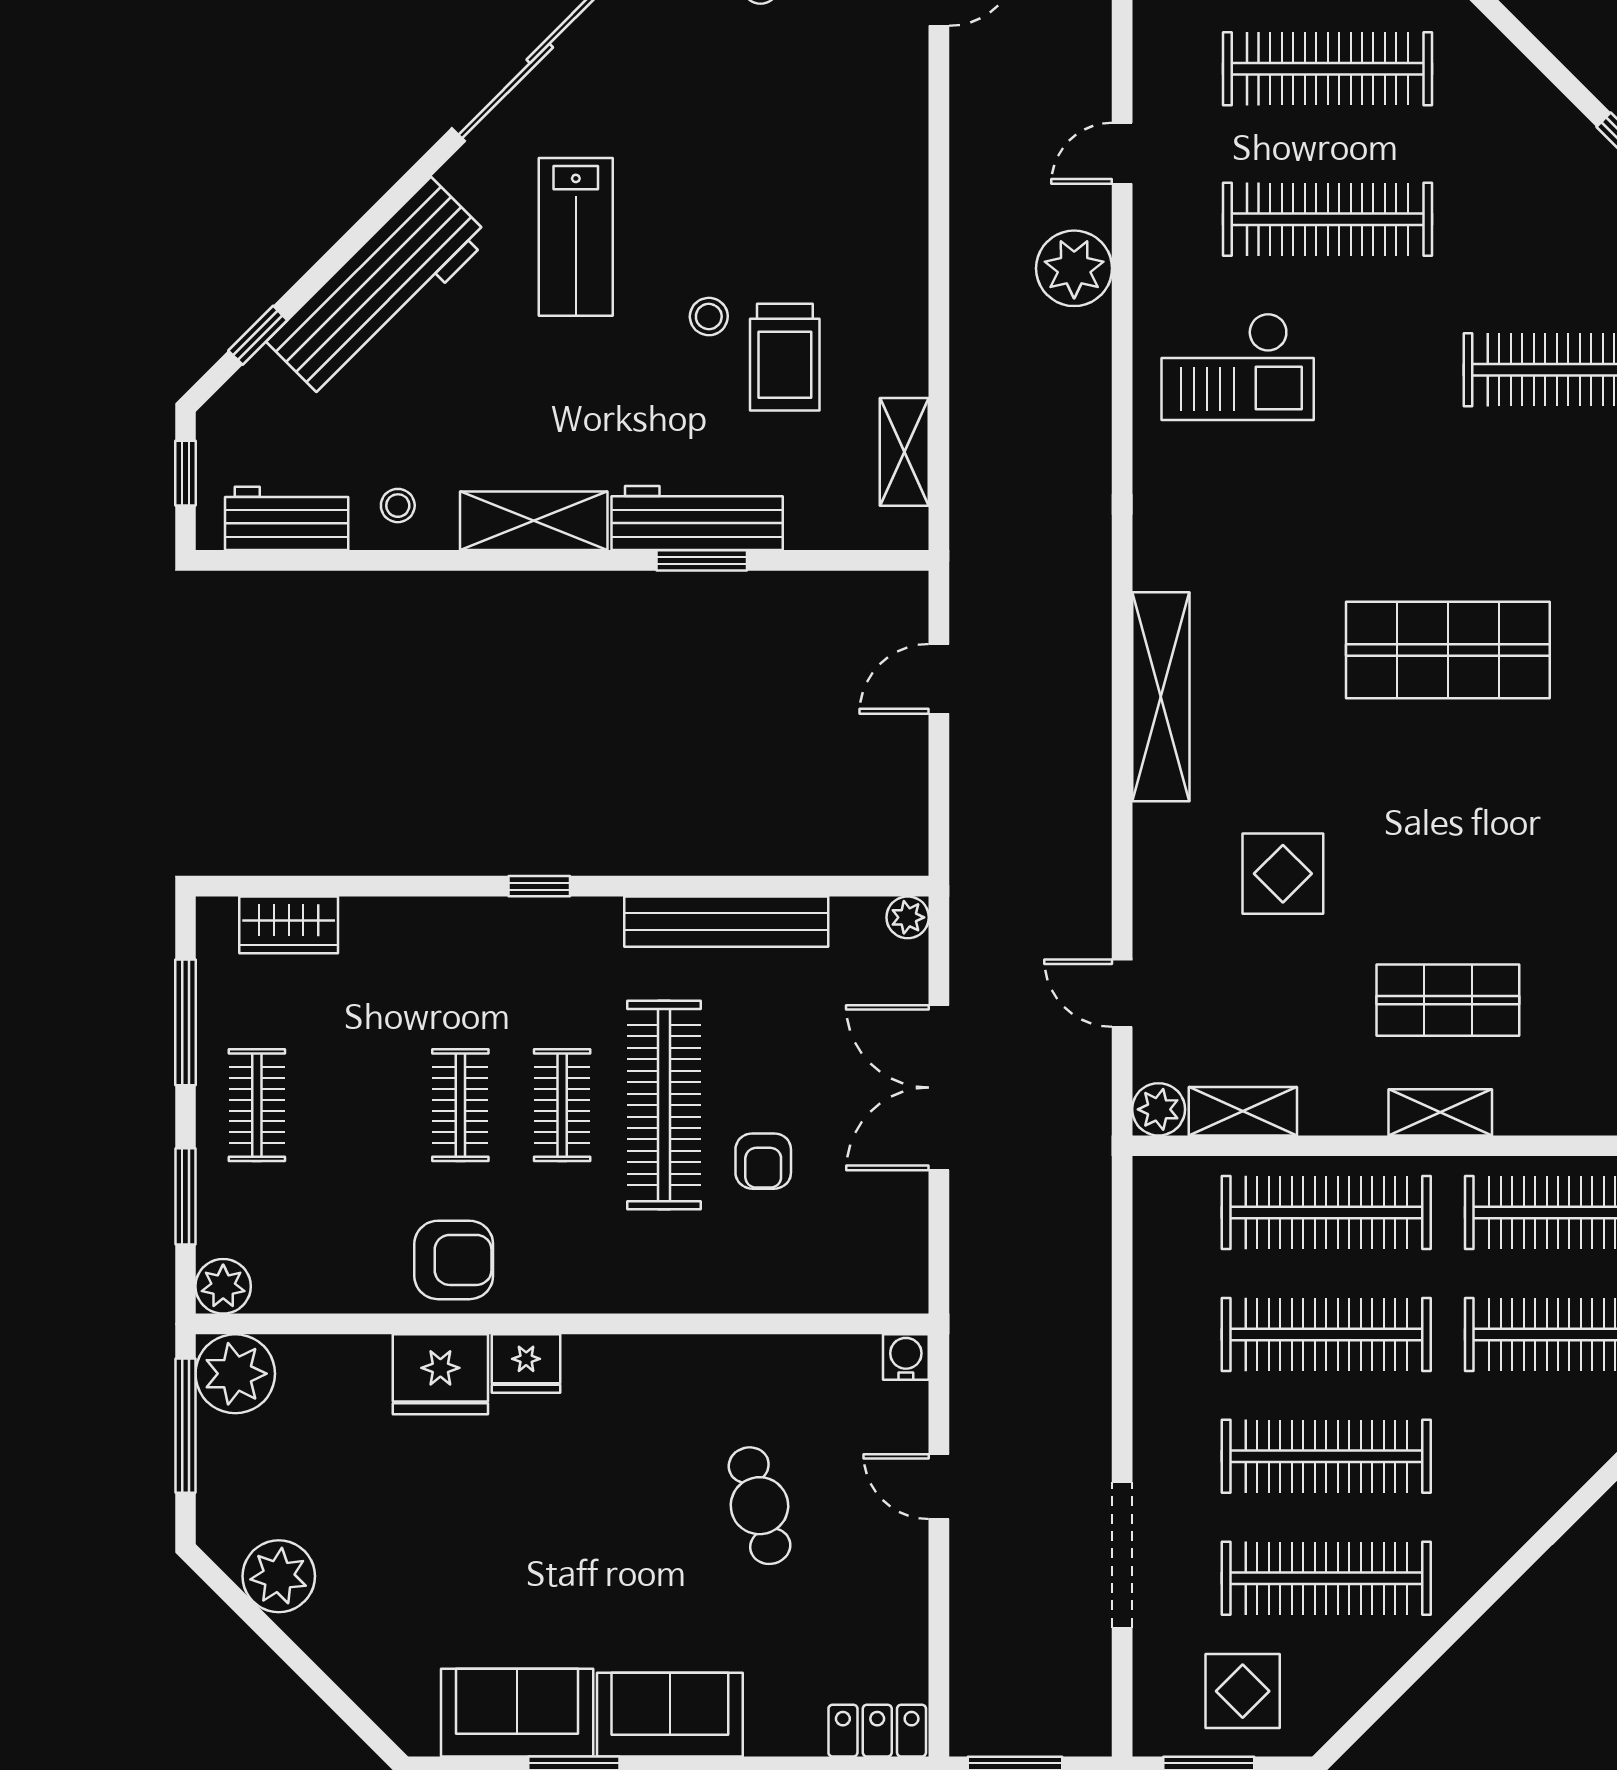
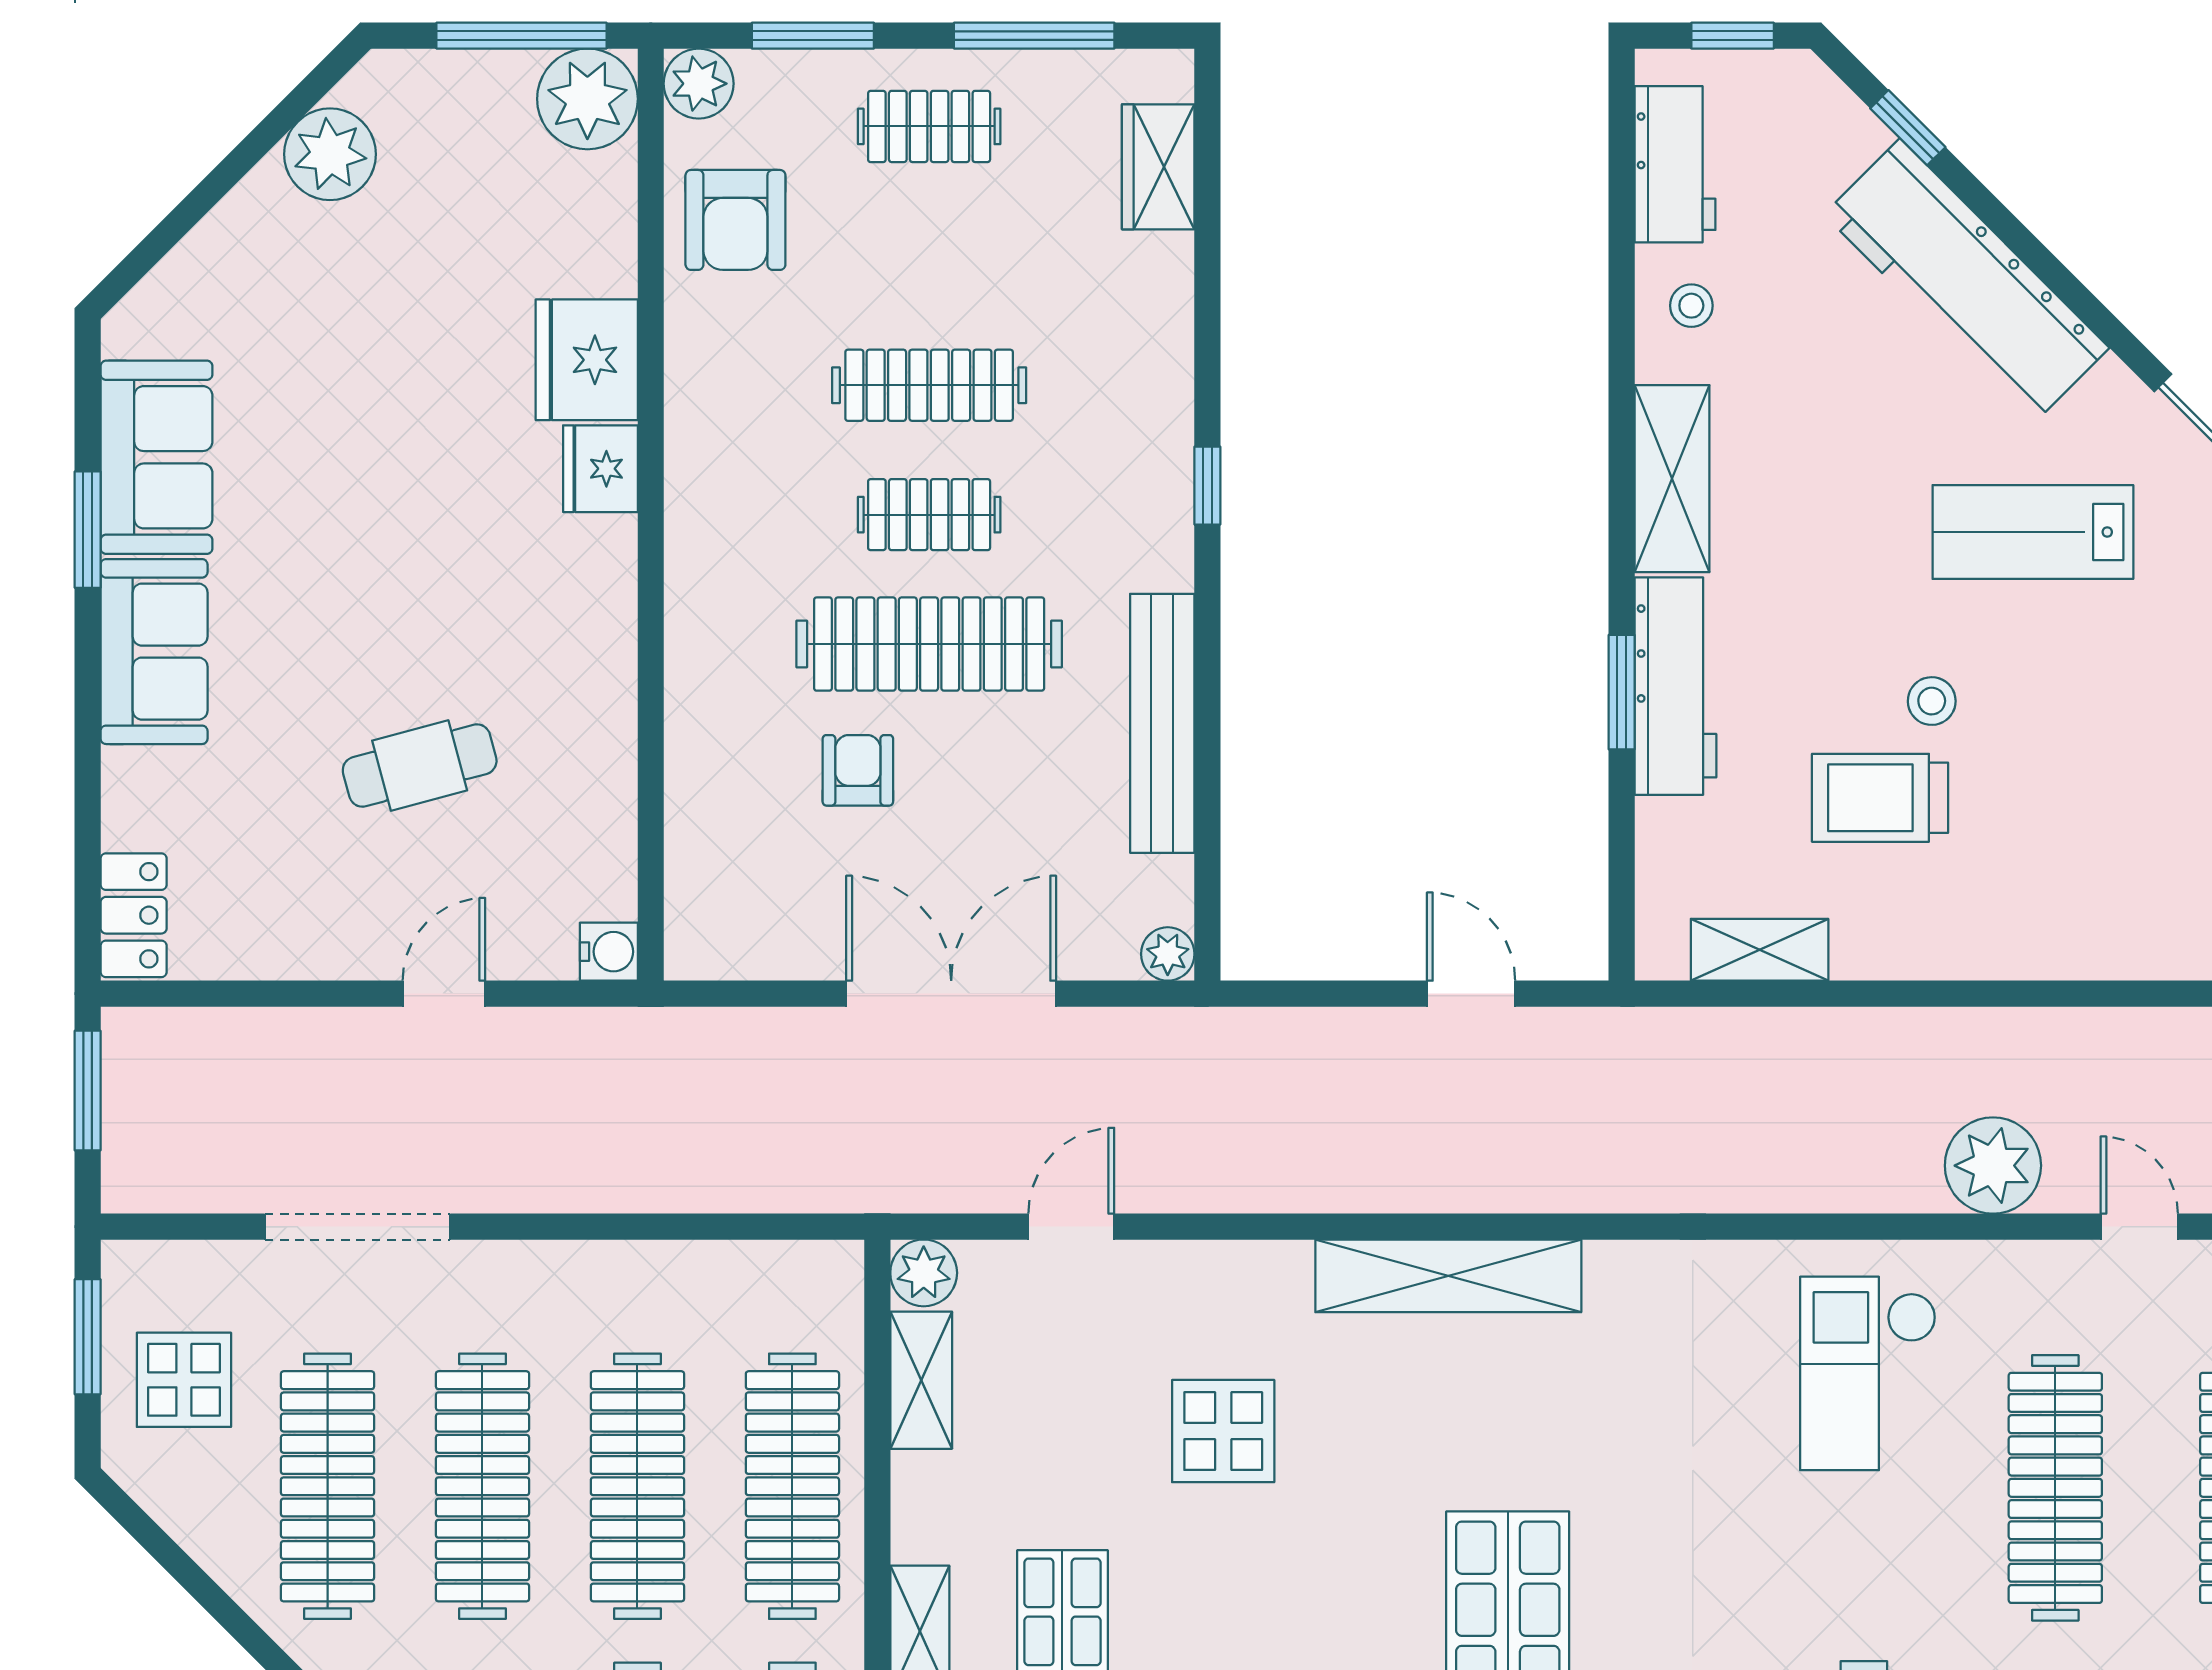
clothes rail: (460, 1105) -> (929, 385), width x1.36
armchair: (763, 1161) -> (858, 770), turned 90
armchair: (454, 1260) -> (735, 220), moved

